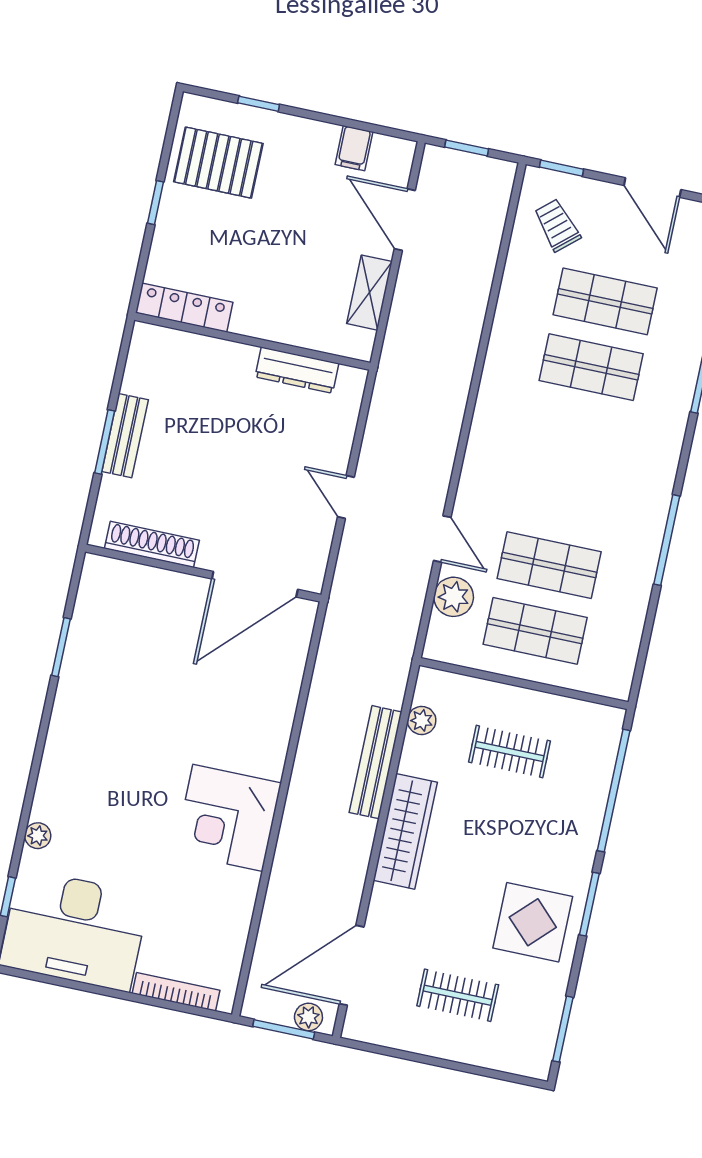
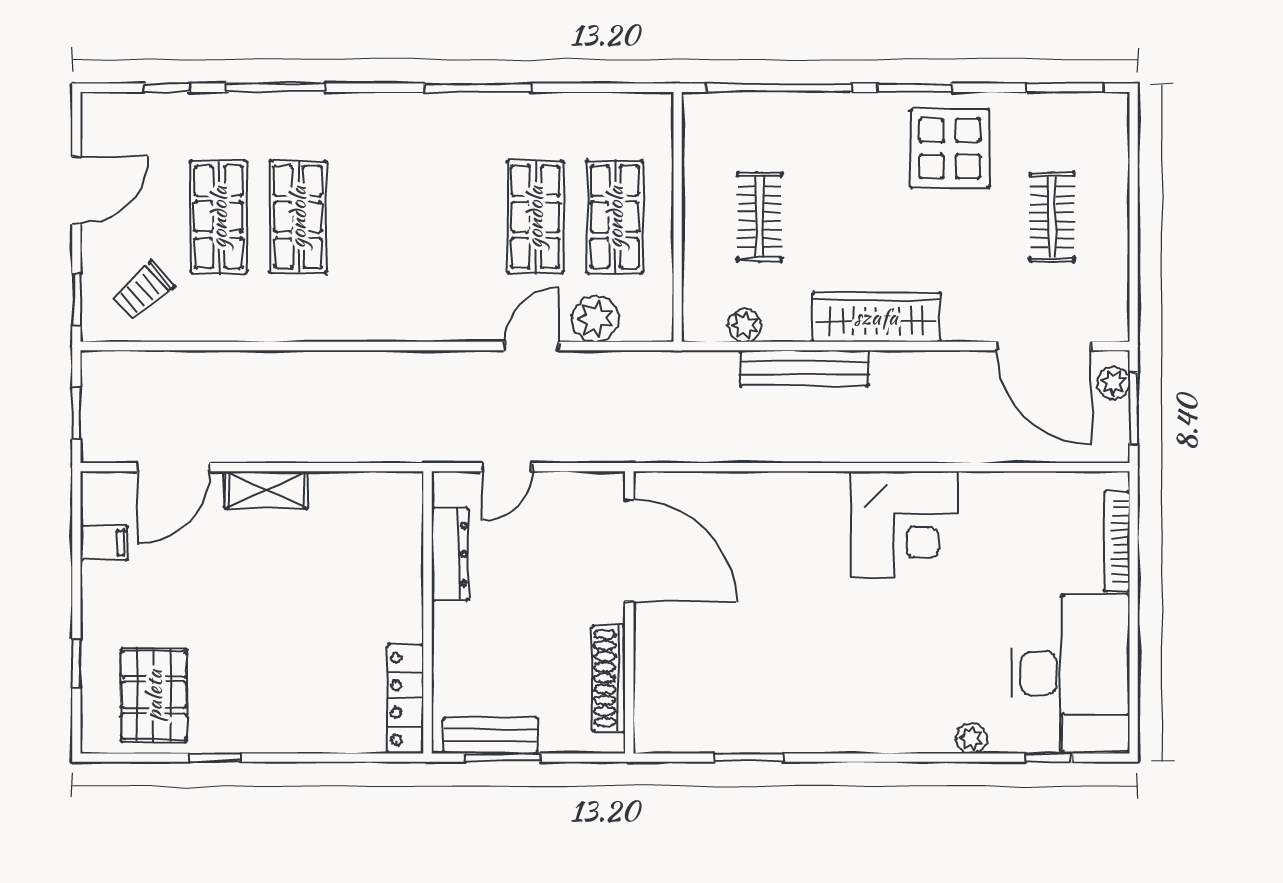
locker: (184, 308) -> (405, 699), moved
wall: (252, 341) -> (428, 612), moved
dresser: (297, 370) -> (450, 554), moved

